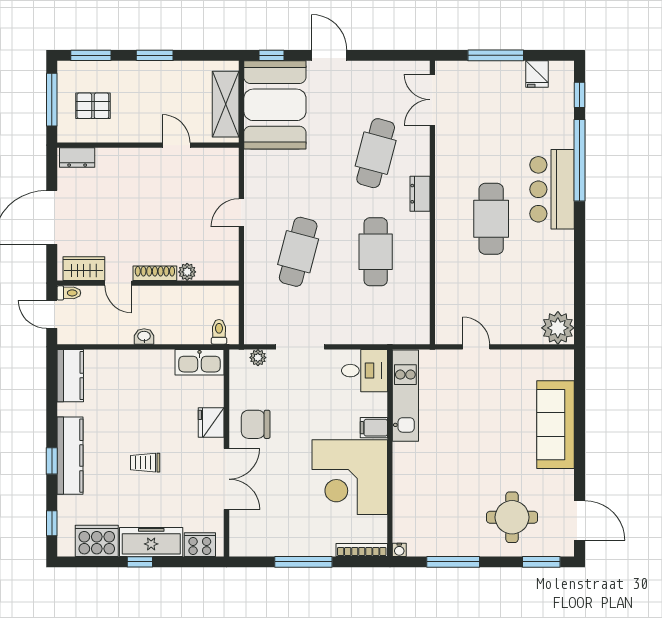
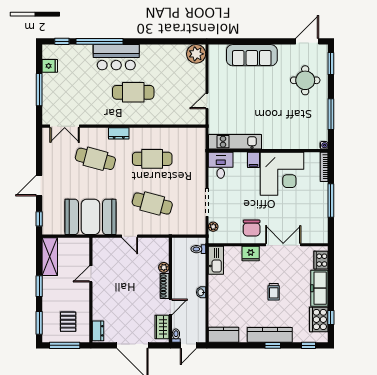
shelving: (226, 104) -> (50, 257), moved, turned 90
booth: (275, 105) -> (90, 217), moved
window: (140, 562) -> (331, 317), moved

